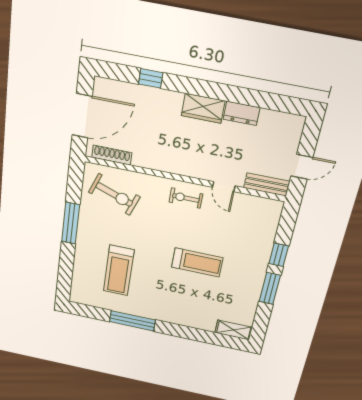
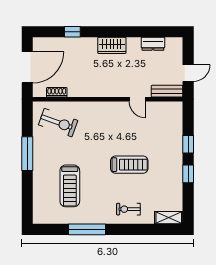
dresser: (241, 113) -> (153, 44), moved
shoe rack: (112, 155) -> (57, 92), width x0.70
exercise bike: (186, 198) -> (128, 209), moved
window: (270, 288) -> (188, 174), width x0.67

